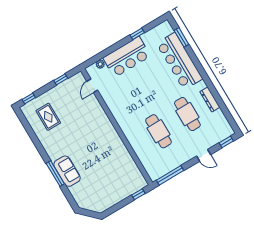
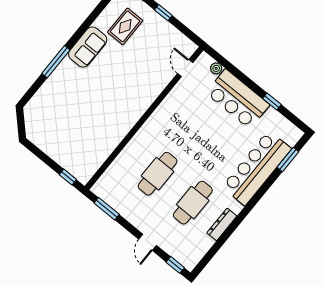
window: (61, 79) -> (163, 13), moved
door: (92, 86) -> (185, 68), hinge flipped
sofa: (67, 171) -> (88, 47), moved
window: (170, 175) -> (107, 209), width x0.69

